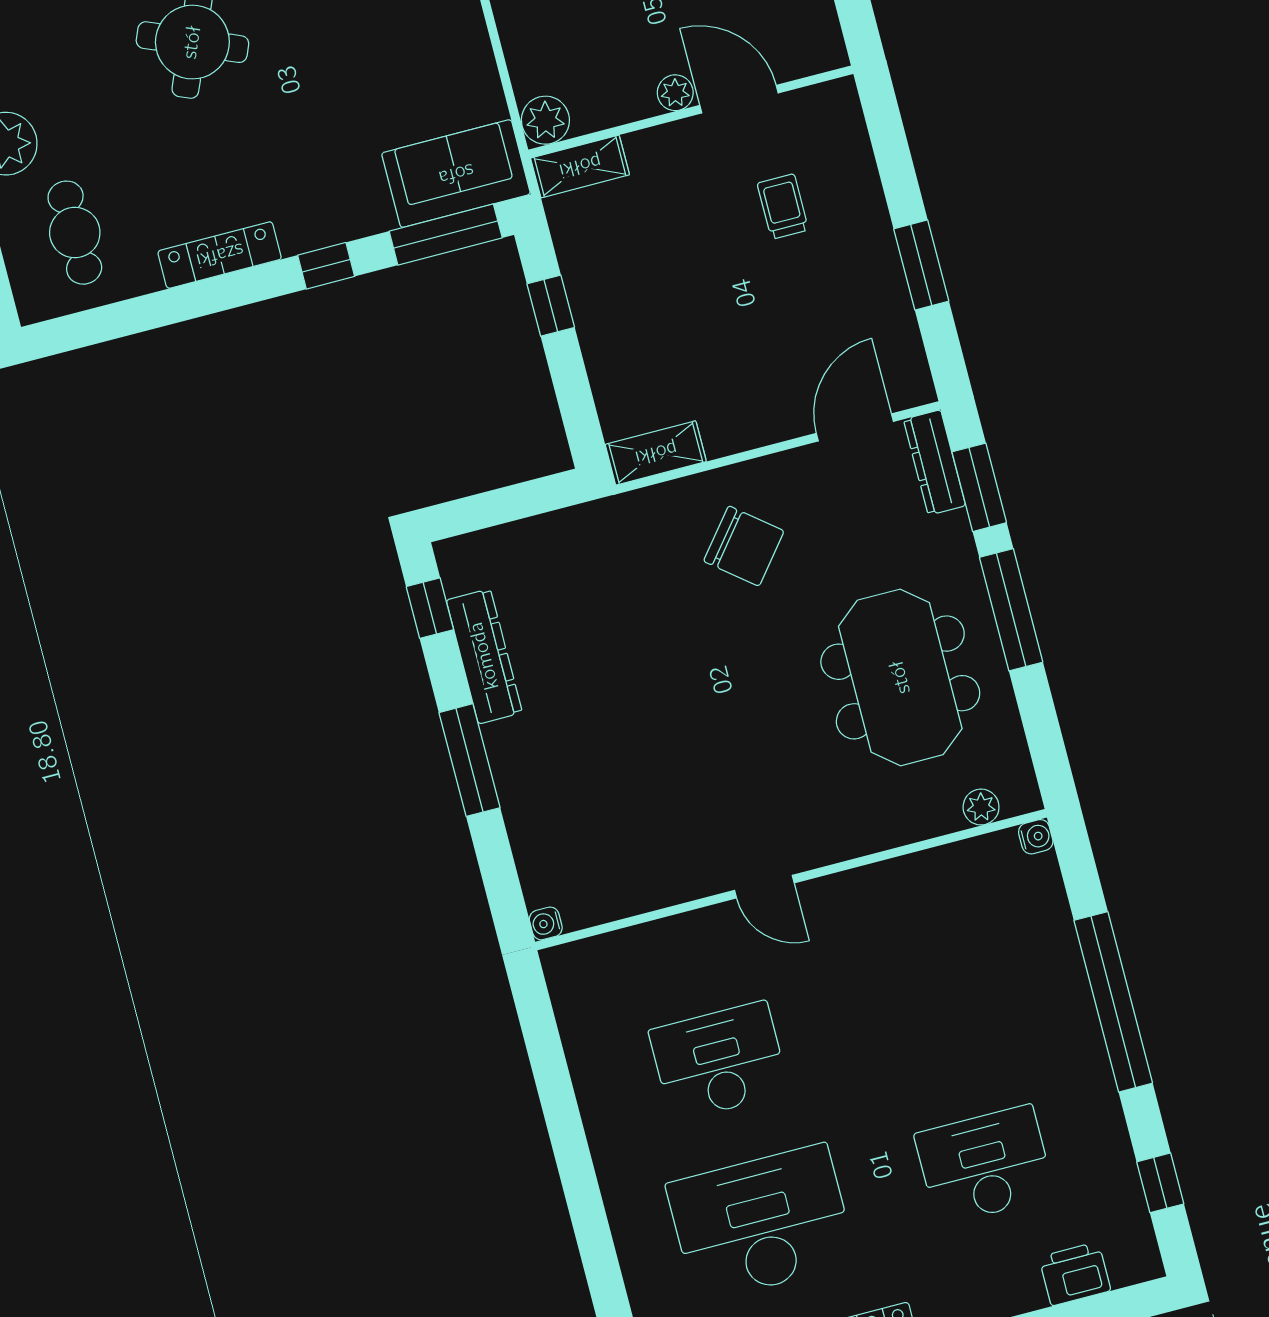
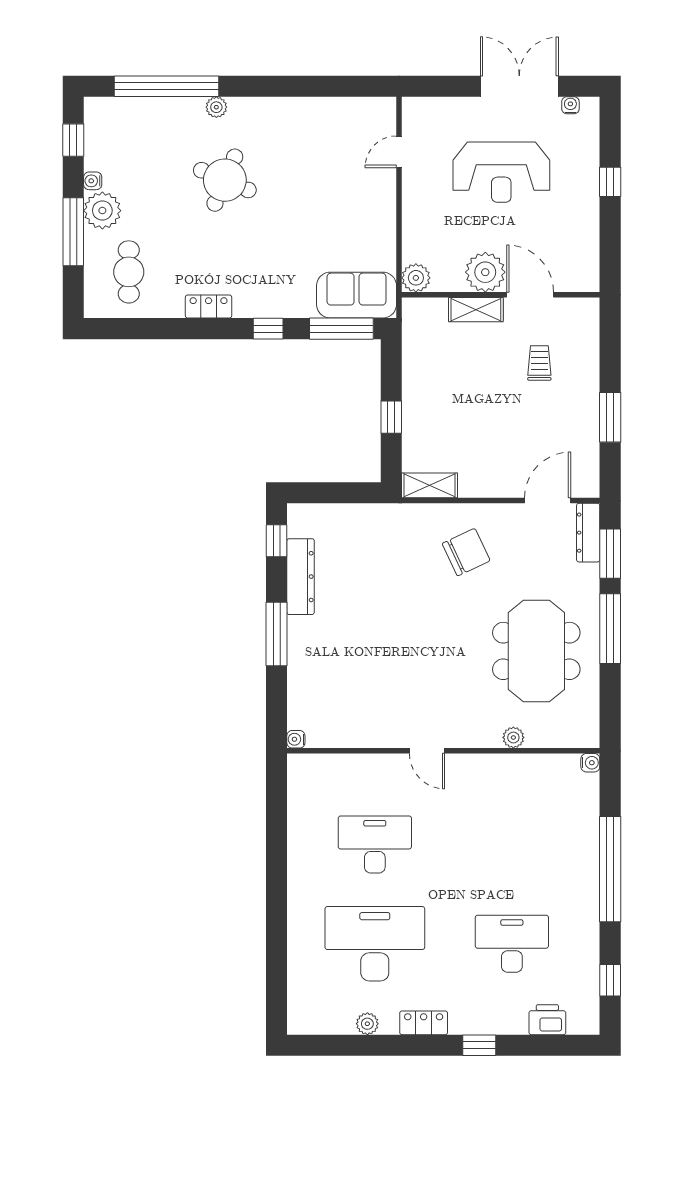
plant: (675, 93) -> (485, 272), width x1.87, depth x1.87
shelving: (580, 166) -> (476, 310), moved
locker: (220, 255) -> (209, 307), width x0.66
window: (551, 306) -> (391, 417), moved
chair: (744, 546) -> (466, 552), turned -64
plant: (981, 807) -> (513, 737), moved

